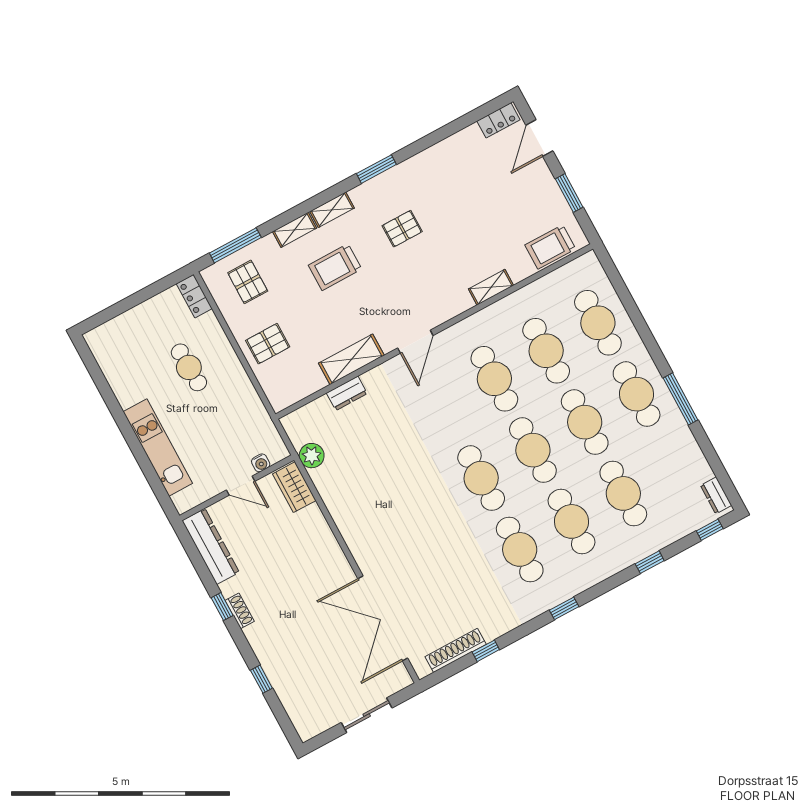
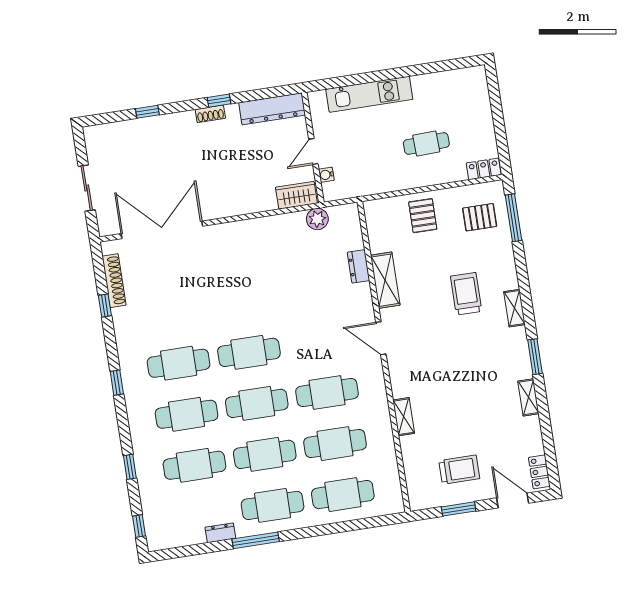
pallet: (402, 229) -> (478, 361), removed
shelving: (295, 230) -> (528, 397), moved
trolley: (550, 247) -> (459, 470), moved, turned 90
dresser: (716, 495) -> (220, 533), moved

